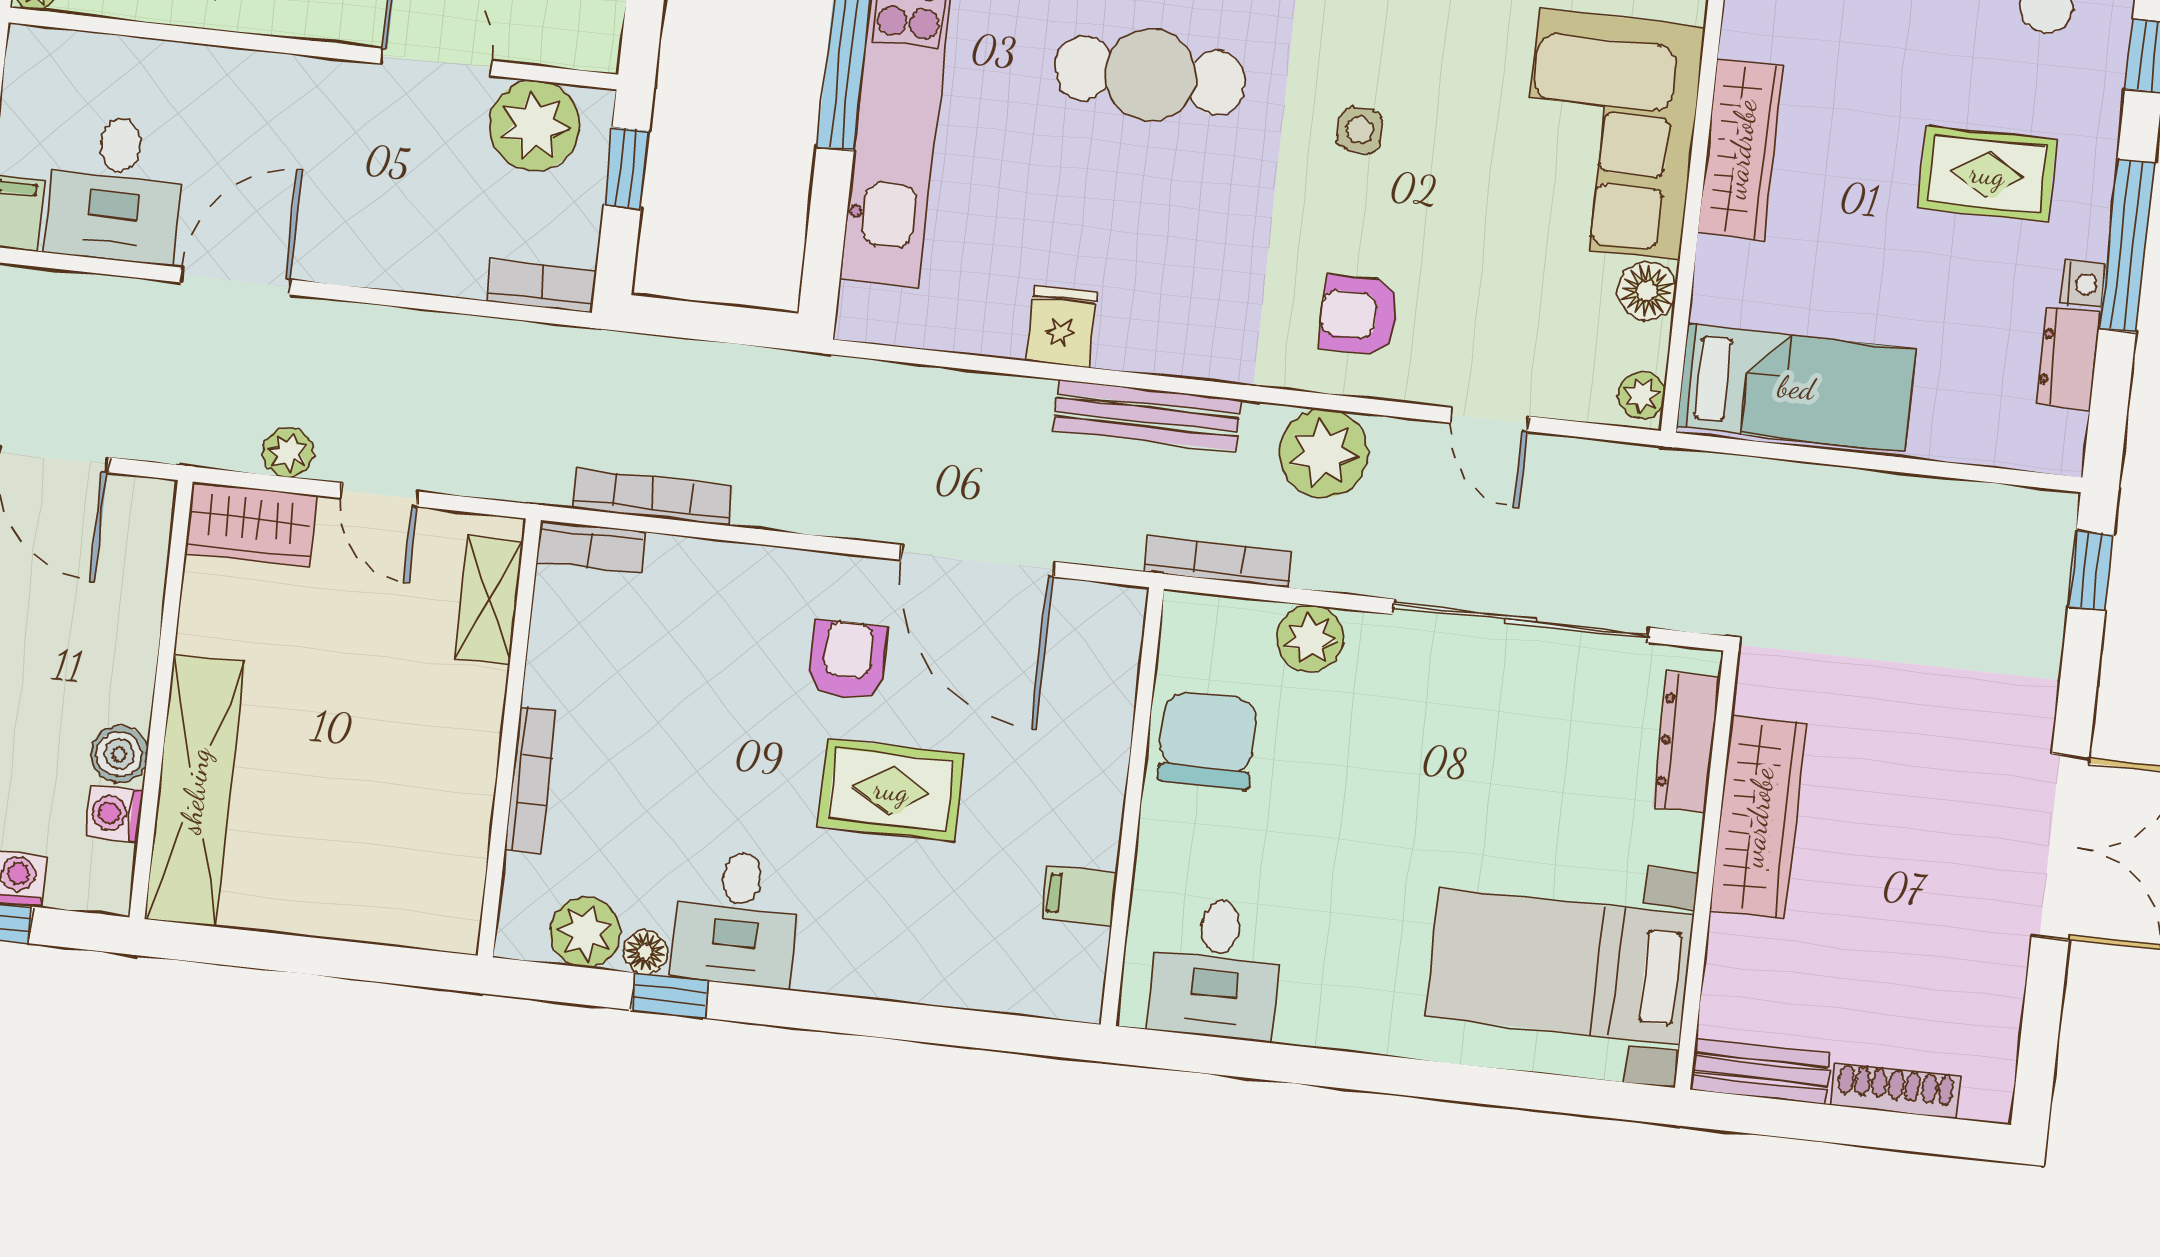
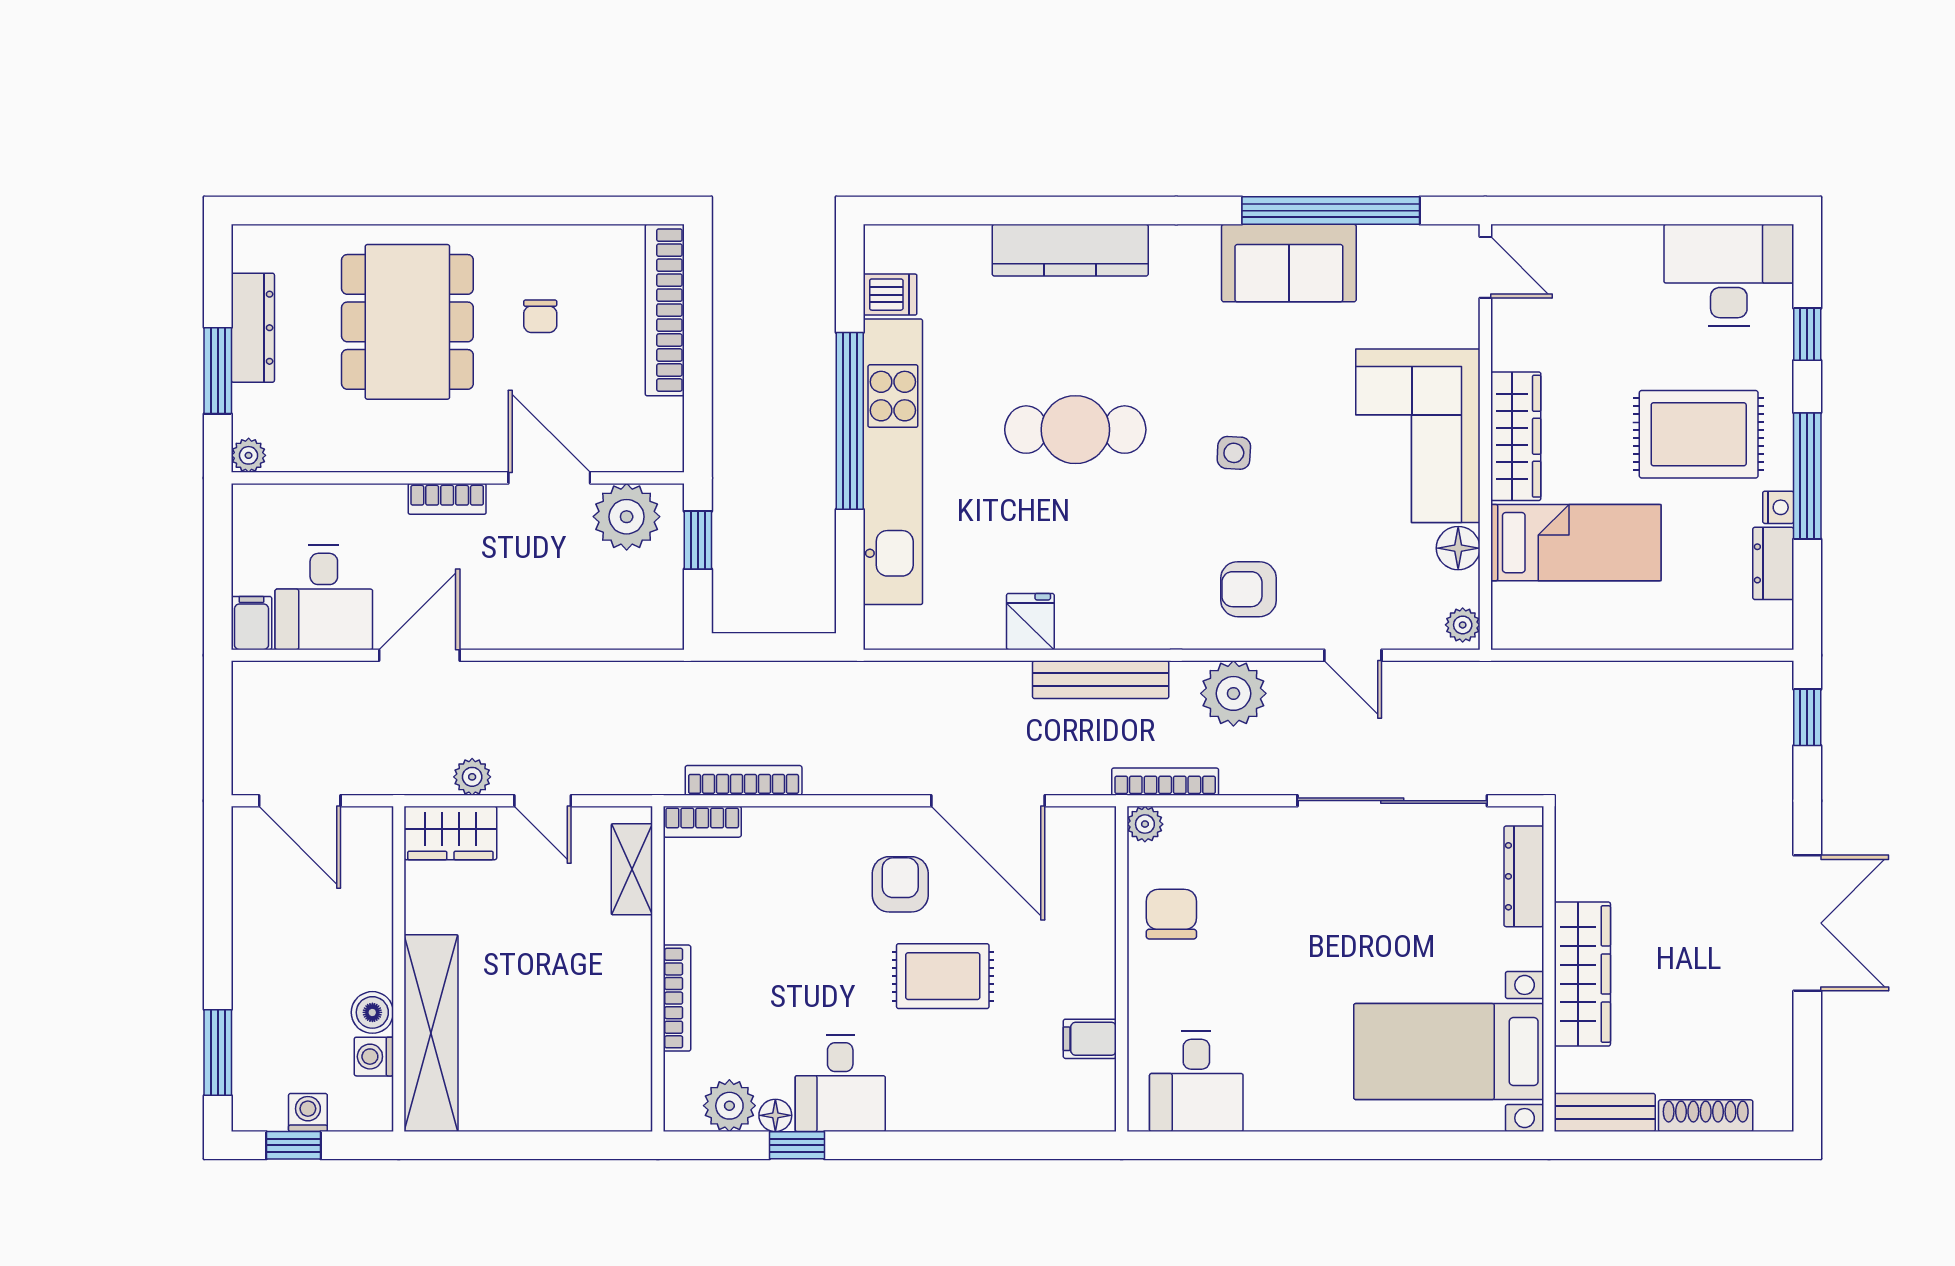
rug: (1987, 174) -> (1699, 434), width x1.36, depth x1.43
bookcase: (542, 286) -> (447, 499), moved, turned 180
bed: (1796, 388) -> (1576, 543), moved
plant: (1310, 638) -> (1145, 824), moved, width x0.73, depth x0.73
chair: (1207, 740) -> (1171, 914), width x0.73, depth x0.73
wardrobe: (1758, 817) -> (1582, 974), moved

